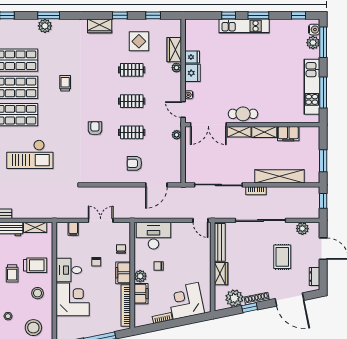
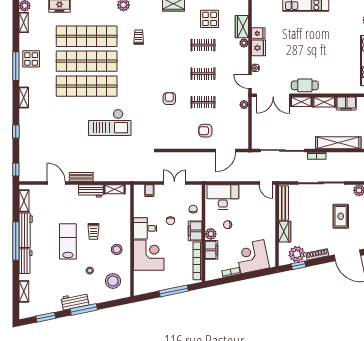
trolley: (65, 83) -> (139, 37), moved
trolley: (35, 265) -> (115, 224), removed
window: (250, 308) -> (298, 265), moved

